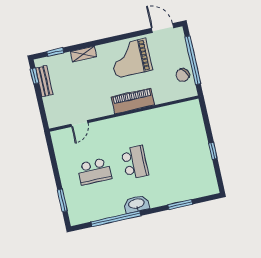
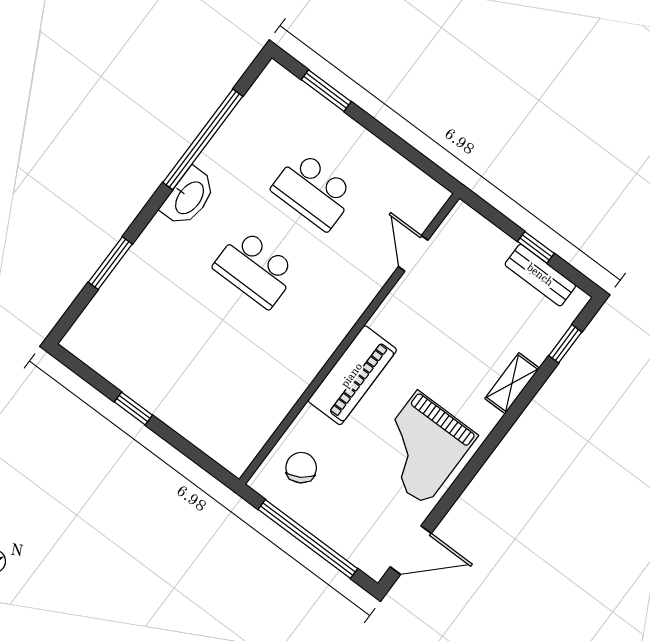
grand piano: (131, 58) -> (421, 448), turned 180
chair: (183, 75) -> (301, 468), moved
window: (35, 76) -> (536, 247), moved
school desk: (94, 171) -> (314, 191), turned -90

